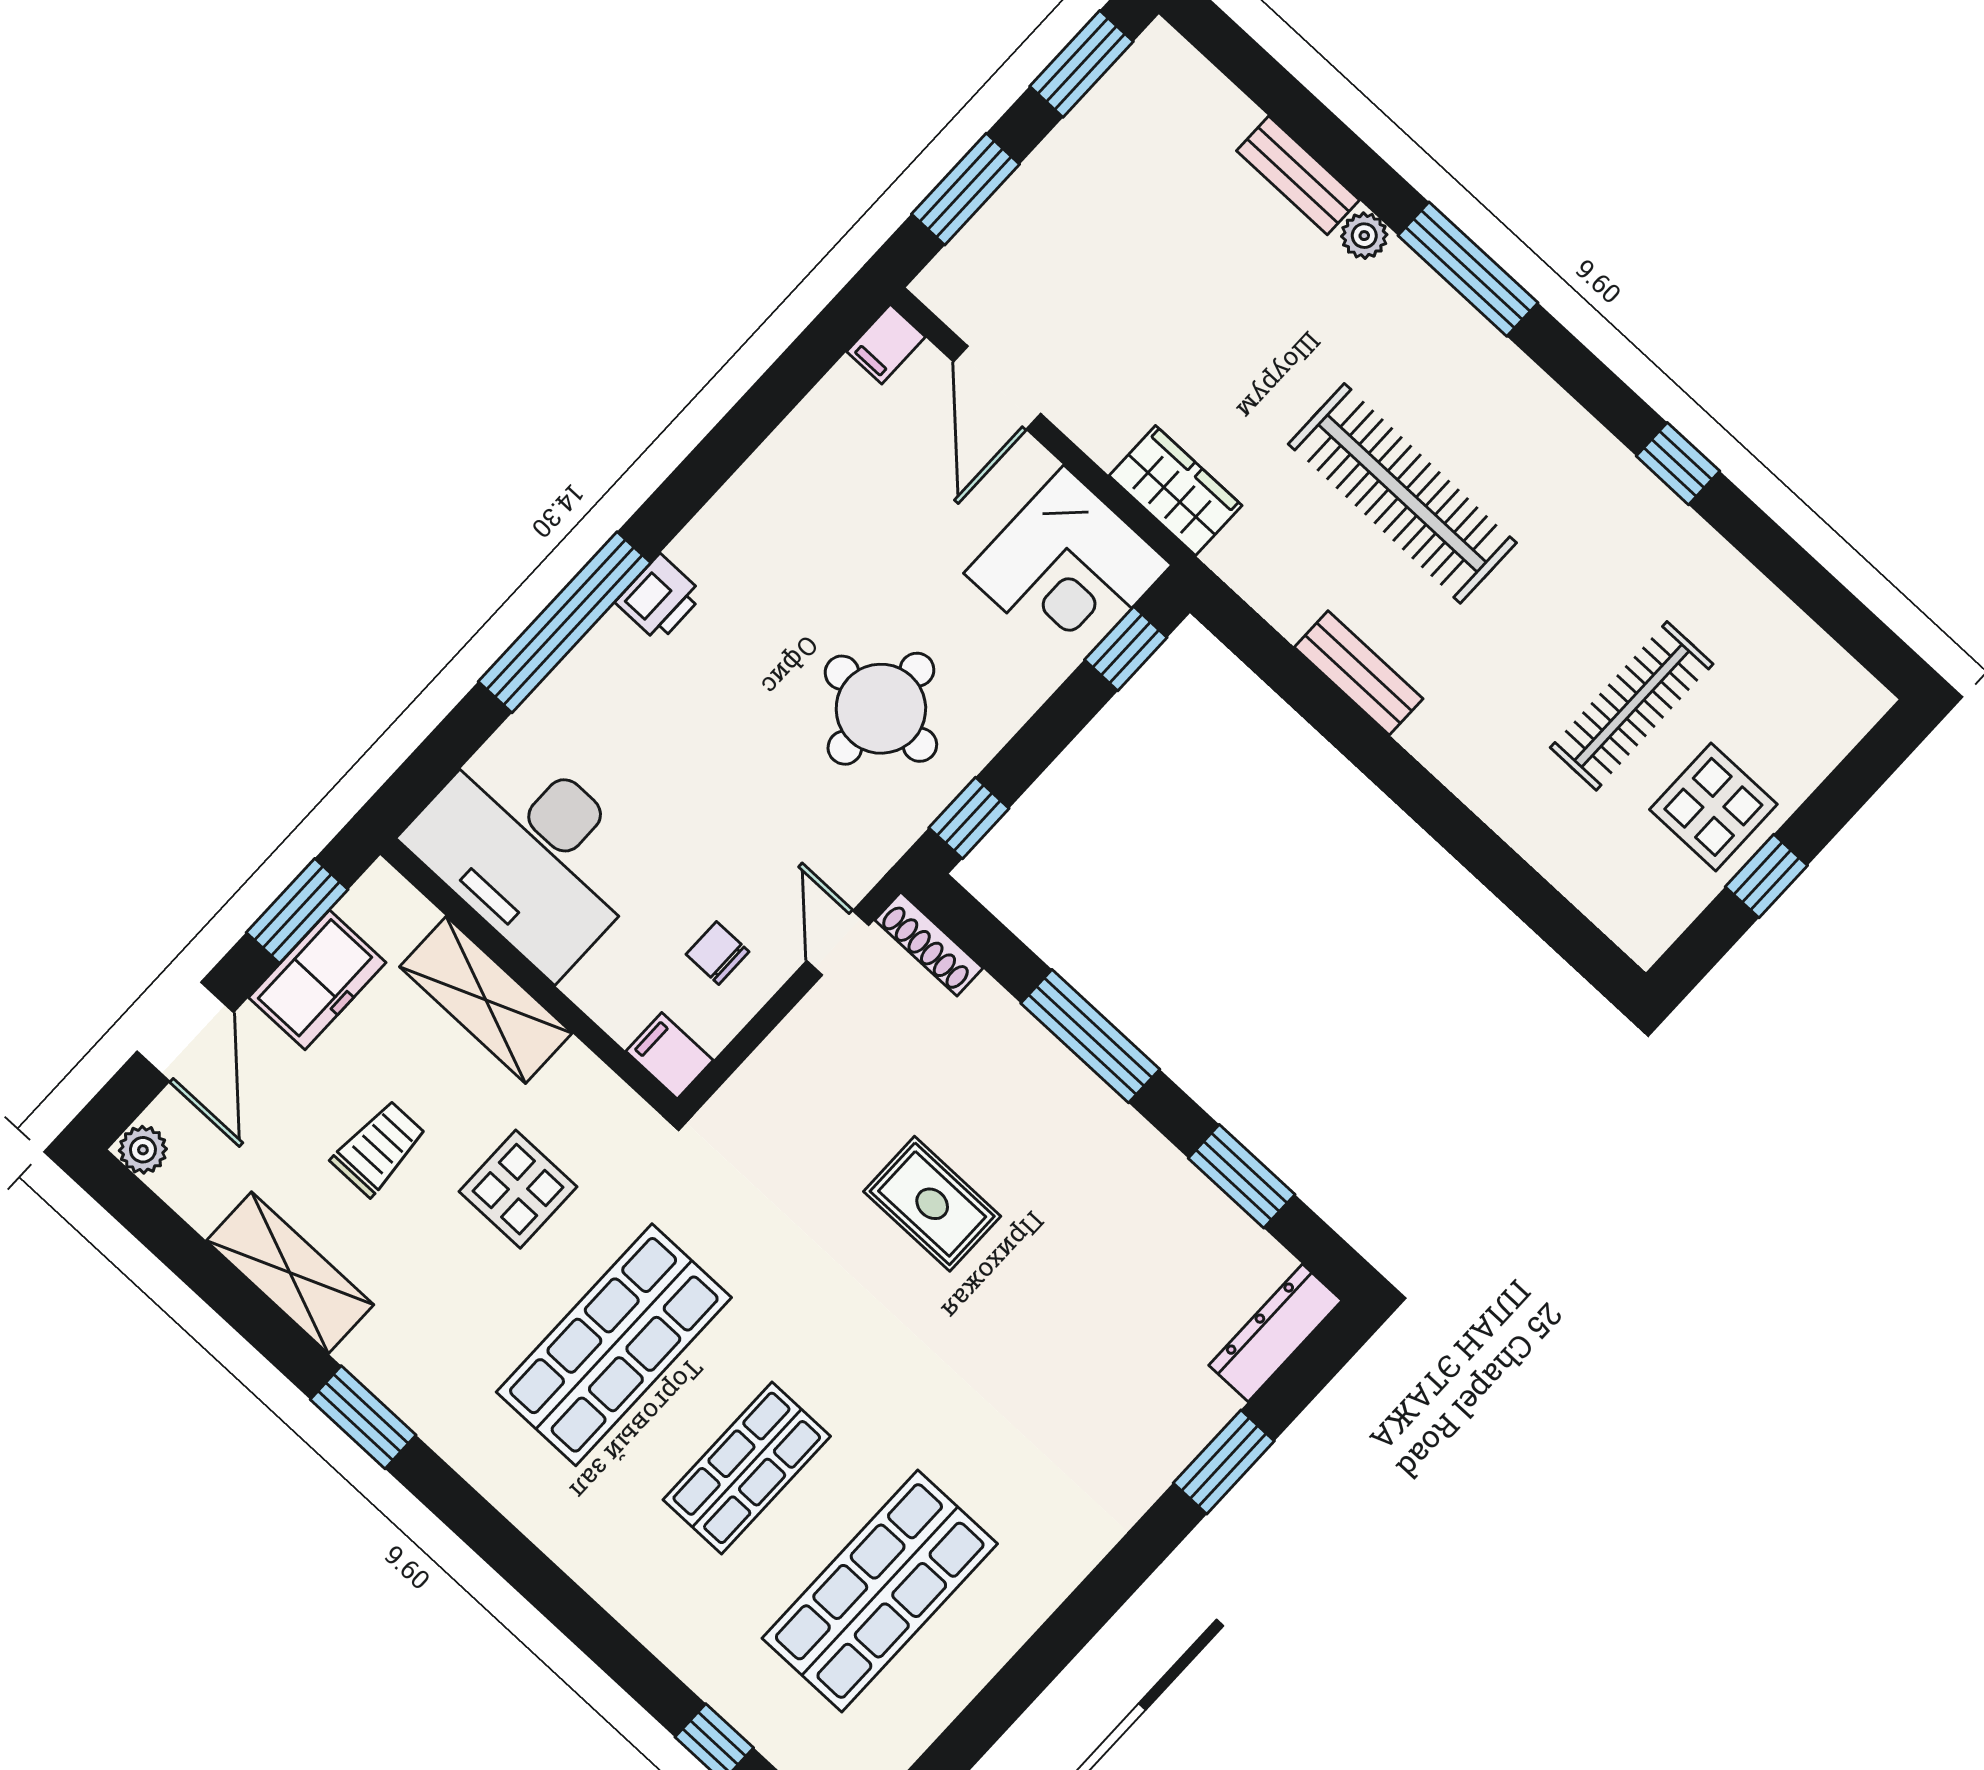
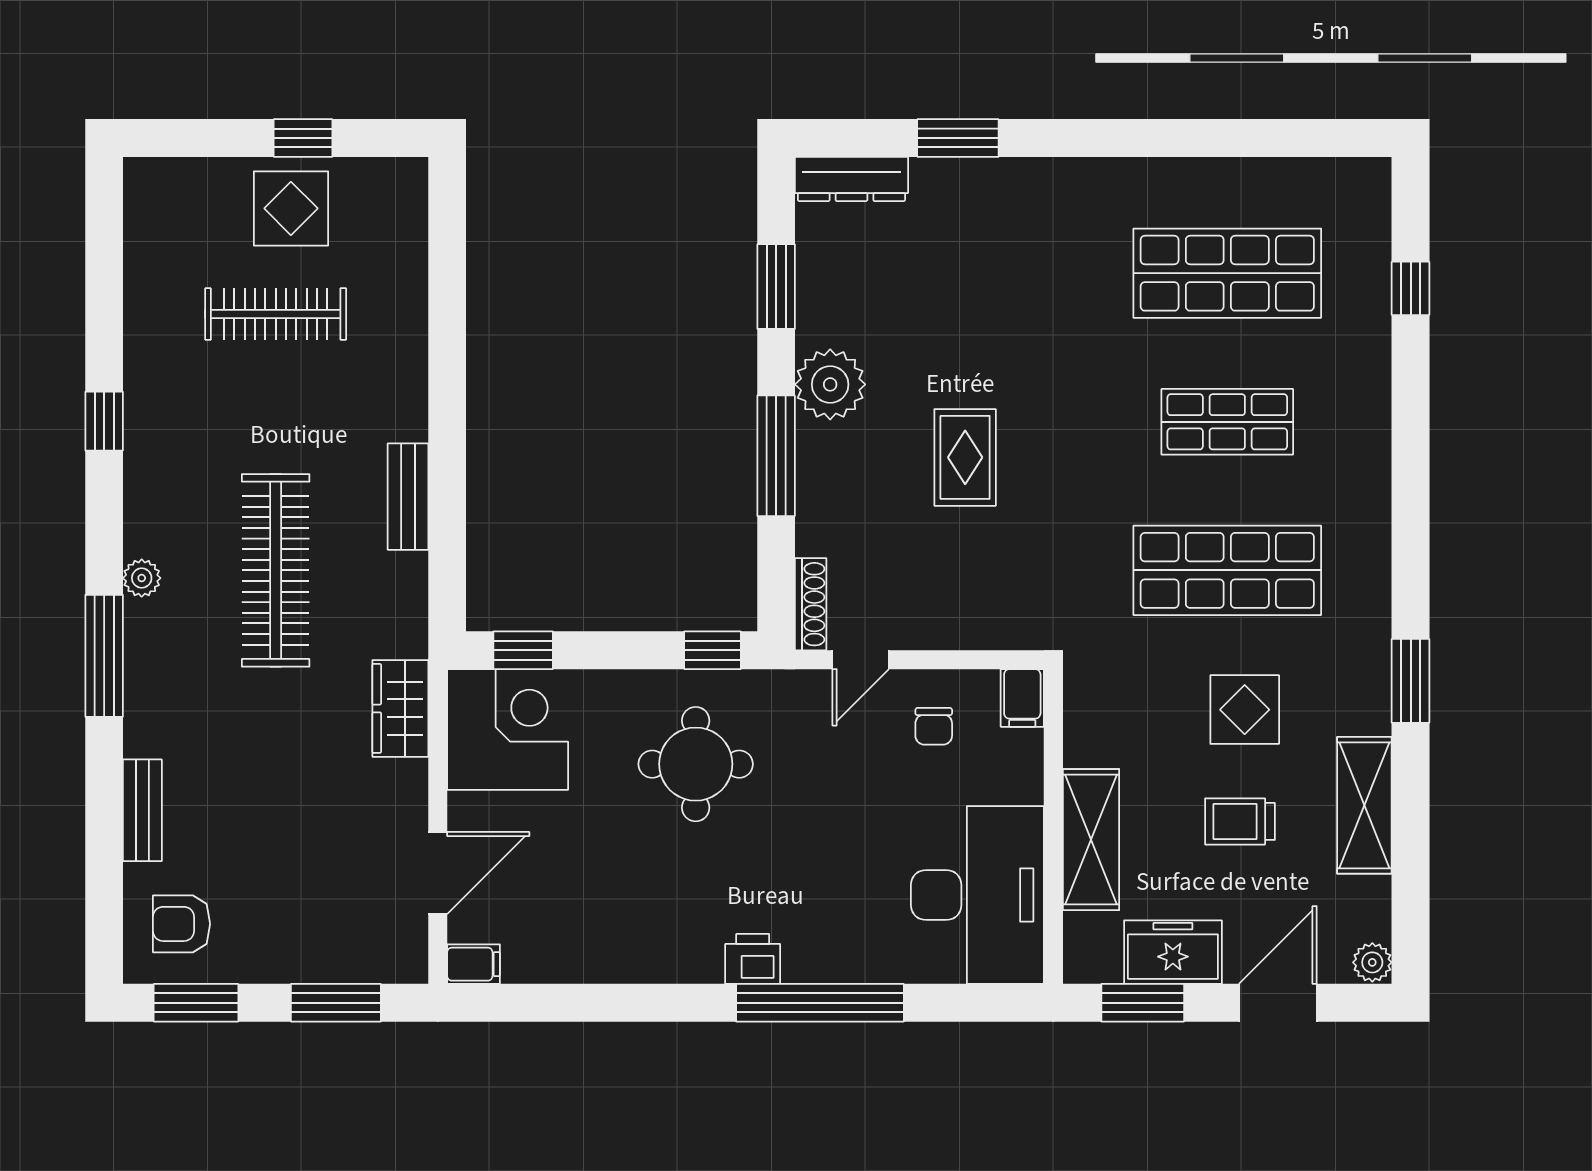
armchair: (1164, 116) -> (181, 924), added
plant: (1364, 236) -> (142, 578), moved
plant: (1109, 1144) -> (830, 384), added
display table: (518, 1189) -> (1245, 710), moved

